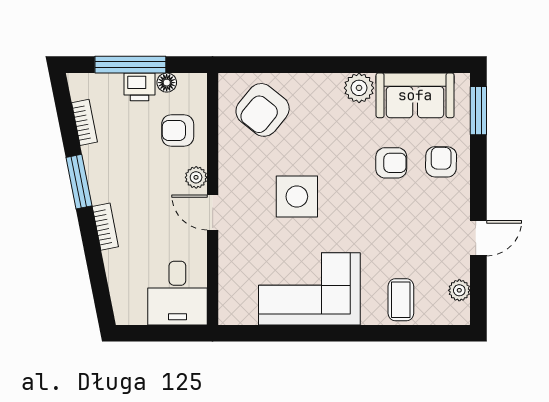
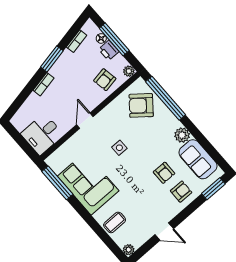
window: (283, 65) -> (166, 98), added
floor lamp: (167, 83) -> (101, 38), moved
armchair: (178, 130) -> (105, 80), turned -100
plant: (196, 177) -> (129, 71), moved
side table: (297, 197) -> (119, 148), width x0.54, depth x0.54
plant: (459, 290) -> (129, 250), moved
window: (269, 333) -> (57, 183), added

